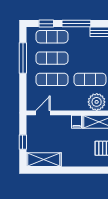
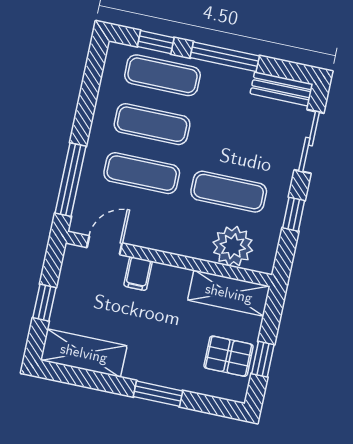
window: (23, 58) -> (71, 180), moved
filing cabinet: (77, 122) -> (138, 274), moved
window: (78, 170) -> (158, 394), added

